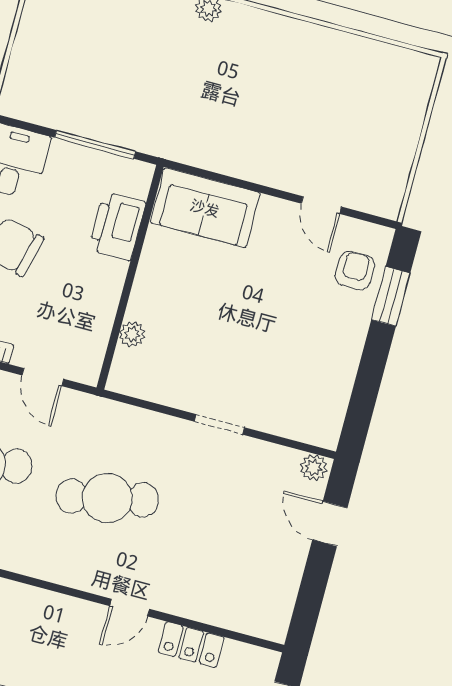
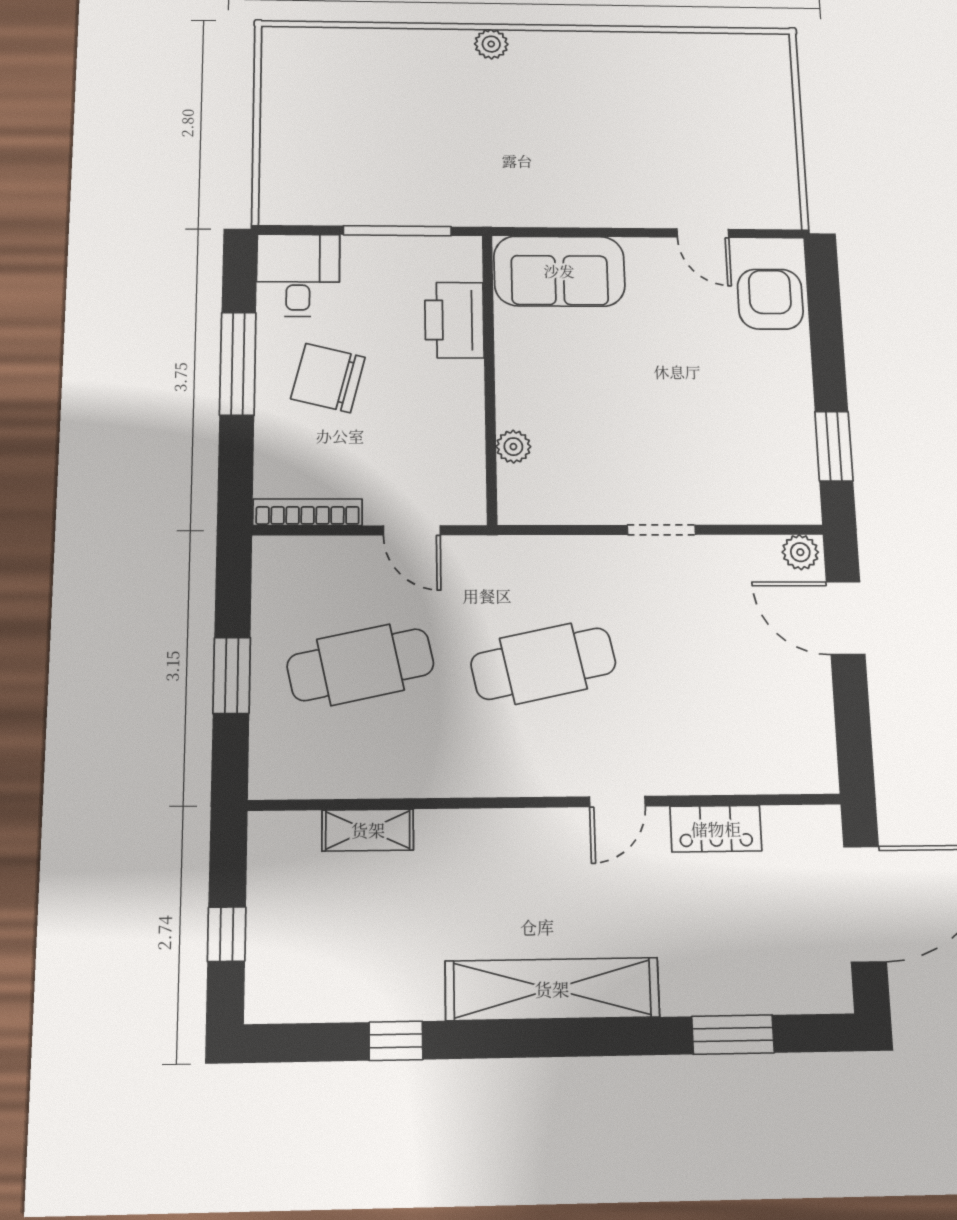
armchair: (355, 271) -> (770, 299), width x1.38, depth x1.38
window: (391, 296) -> (834, 446), moved
door: (330, 524) -> (846, 618), width x1.38

